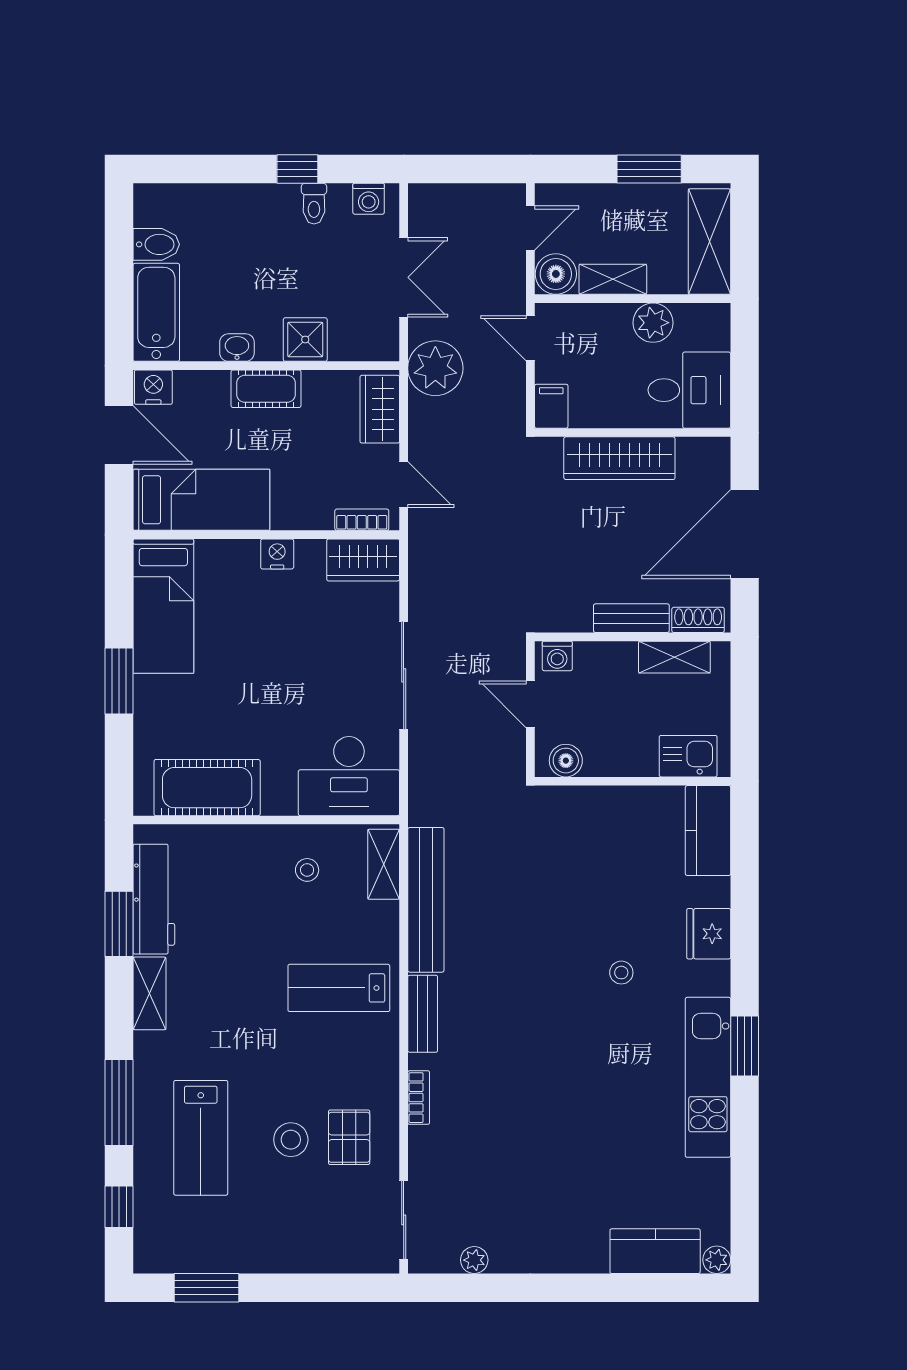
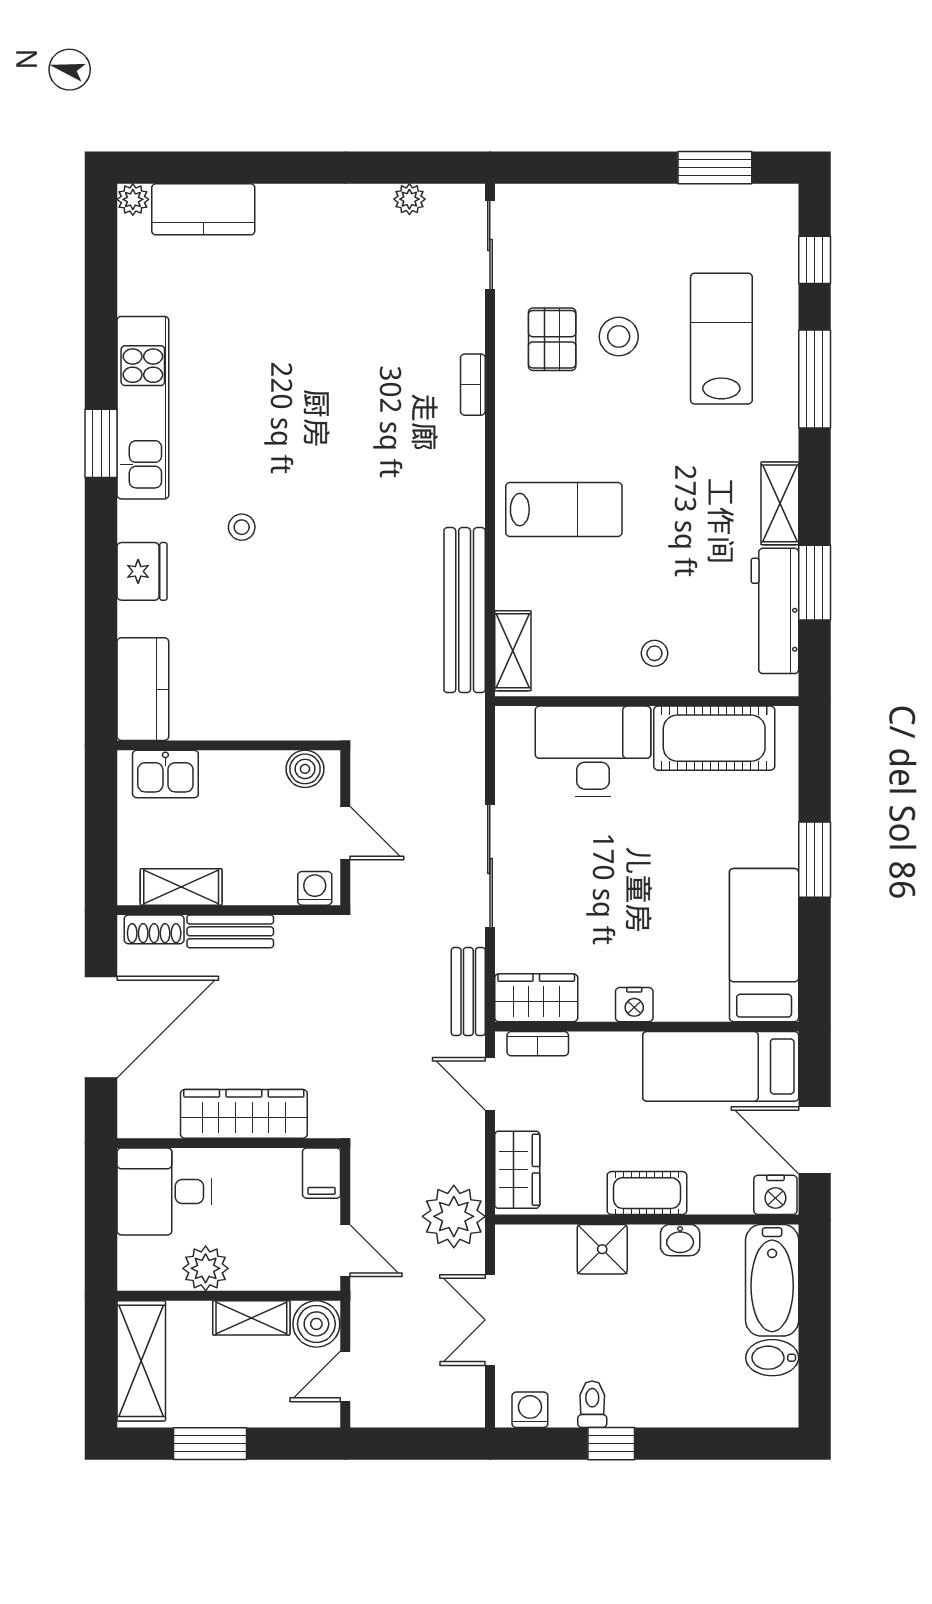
desk: (349, 776) -> (593, 751), moved
stool: (307, 870) -> (654, 653), moved
bench: (423, 1014) -> (468, 992), moved

